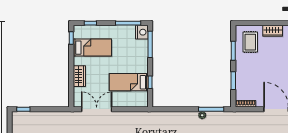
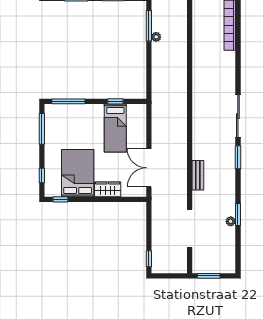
nightstand: (142, 32) -> (53, 112), removed
bed: (92, 48) -> (78, 173), width x1.50

